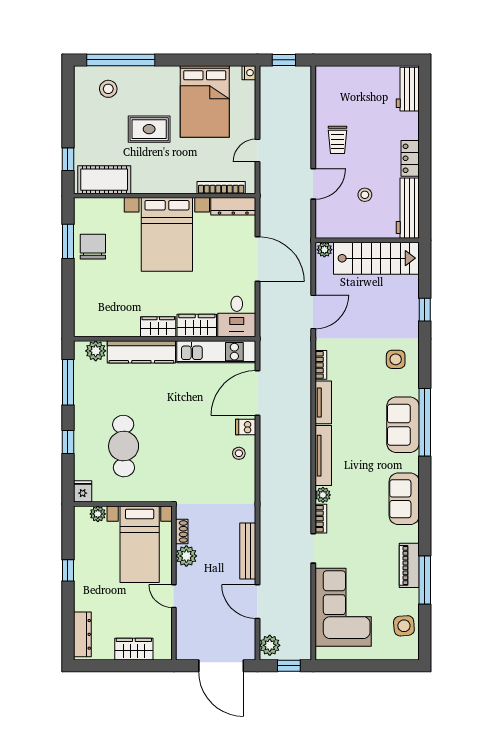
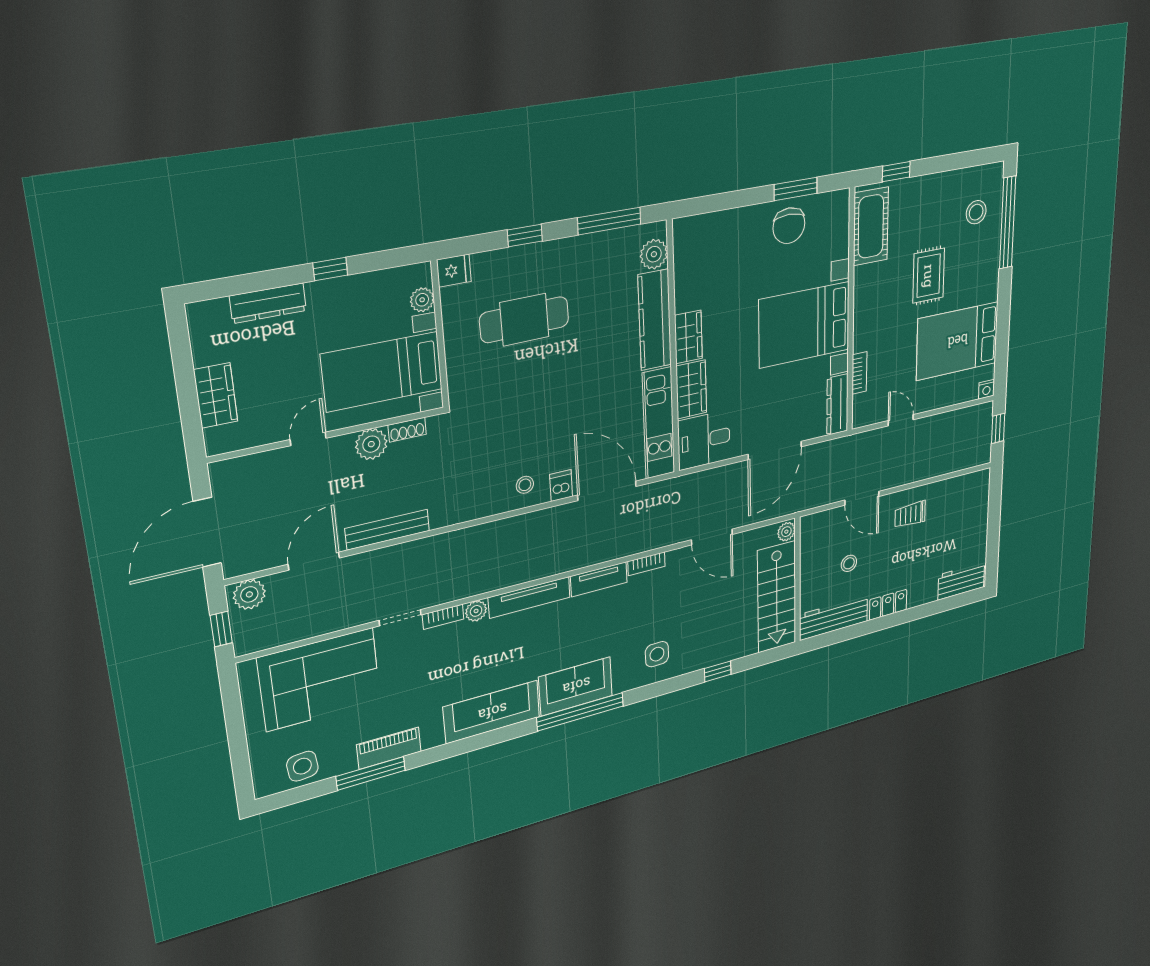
bookcase: (221, 188) -> (859, 373), width x0.64
chair: (93, 247) -> (789, 226), turned 90
sofa: (404, 499) -> (492, 712), width x1.36
dresser: (82, 634) -> (268, 303), moved

